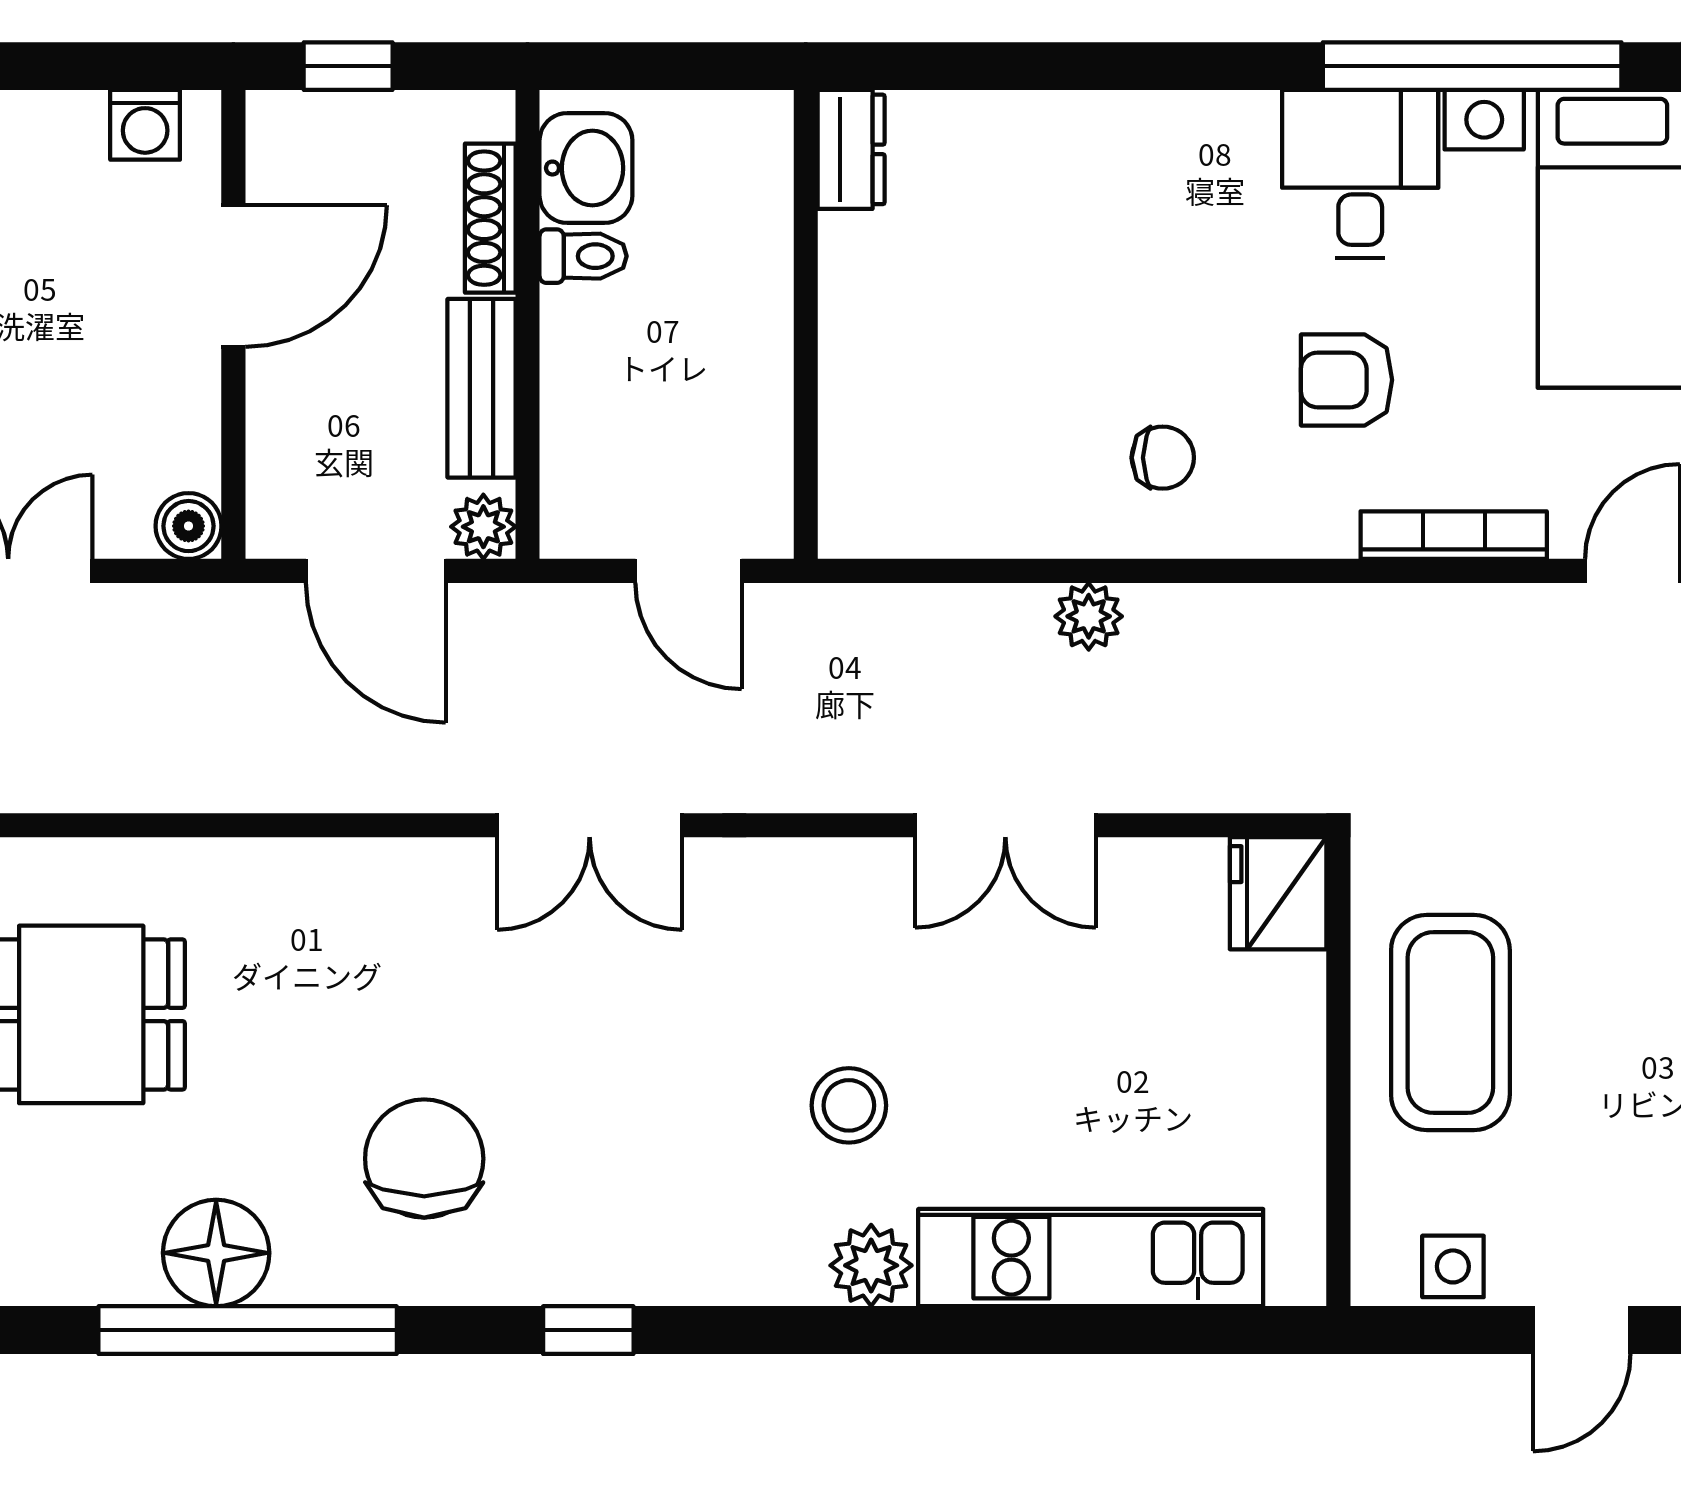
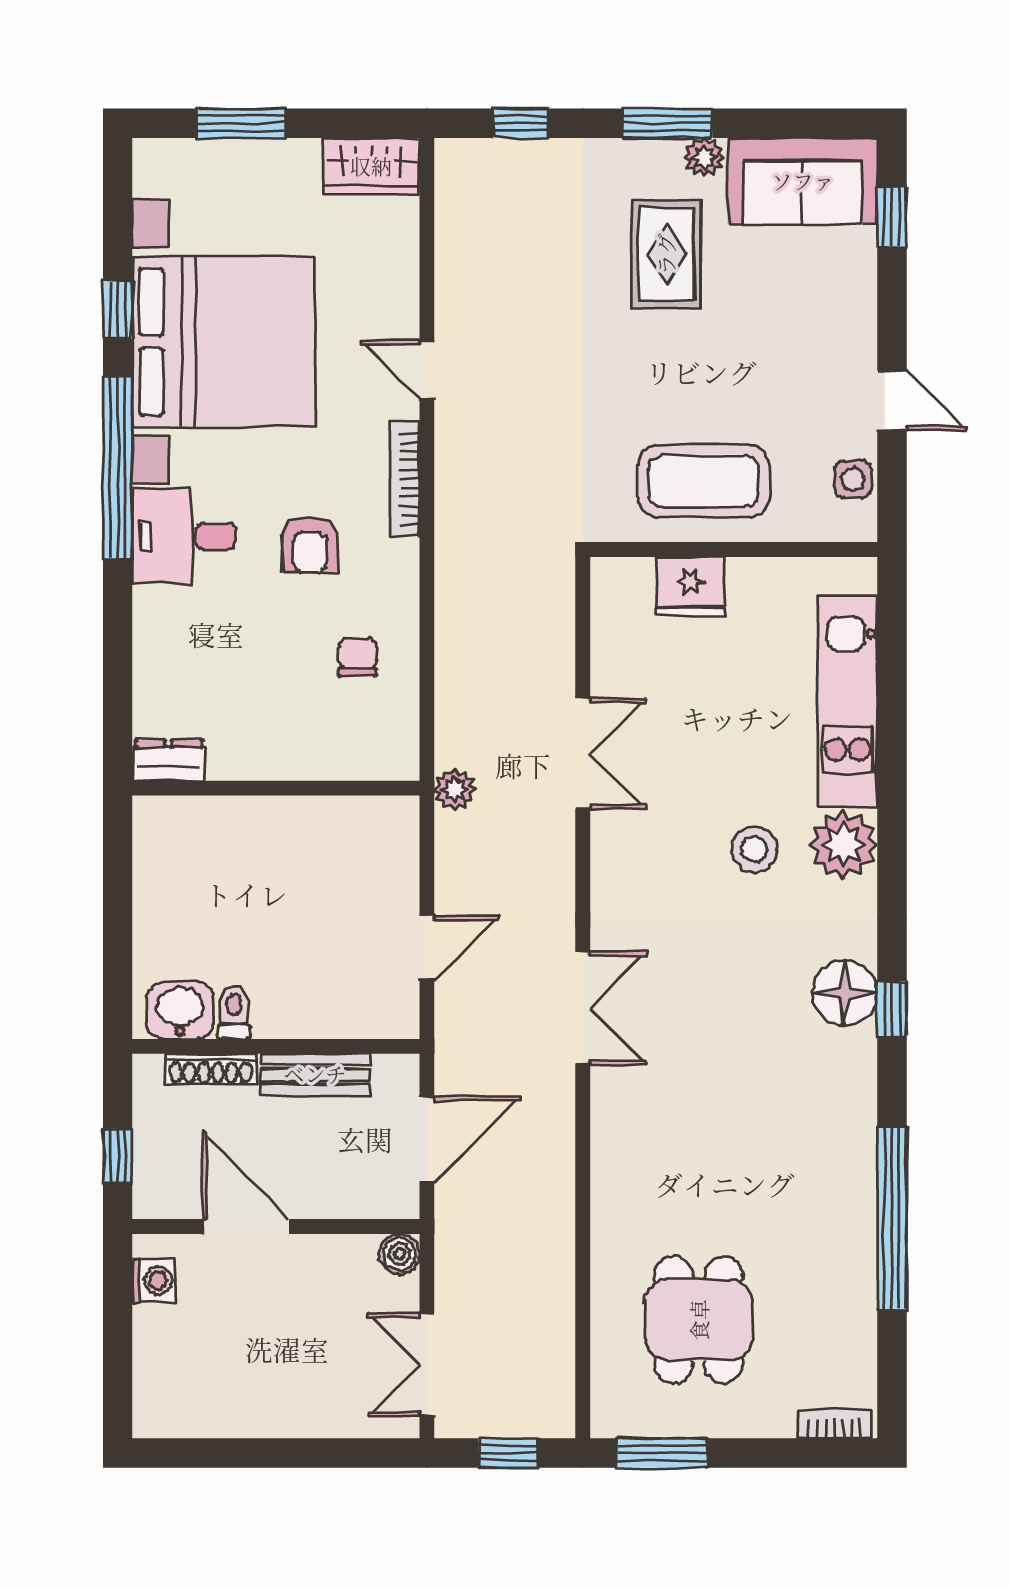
dresser: (851, 149) -> (169, 760), moved
wall: (806, 324) -> (276, 788), moved
plant: (483, 527) -> (400, 1073), removed
plant: (1089, 616) -> (455, 790), moved
fridge: (1278, 893) -> (691, 586), moved
chair: (424, 1159) -> (787, 1110), removed
floor lamp: (216, 1253) -> (845, 993), moved
plant: (871, 1265) -> (843, 845), width x1.36, depth x1.36

